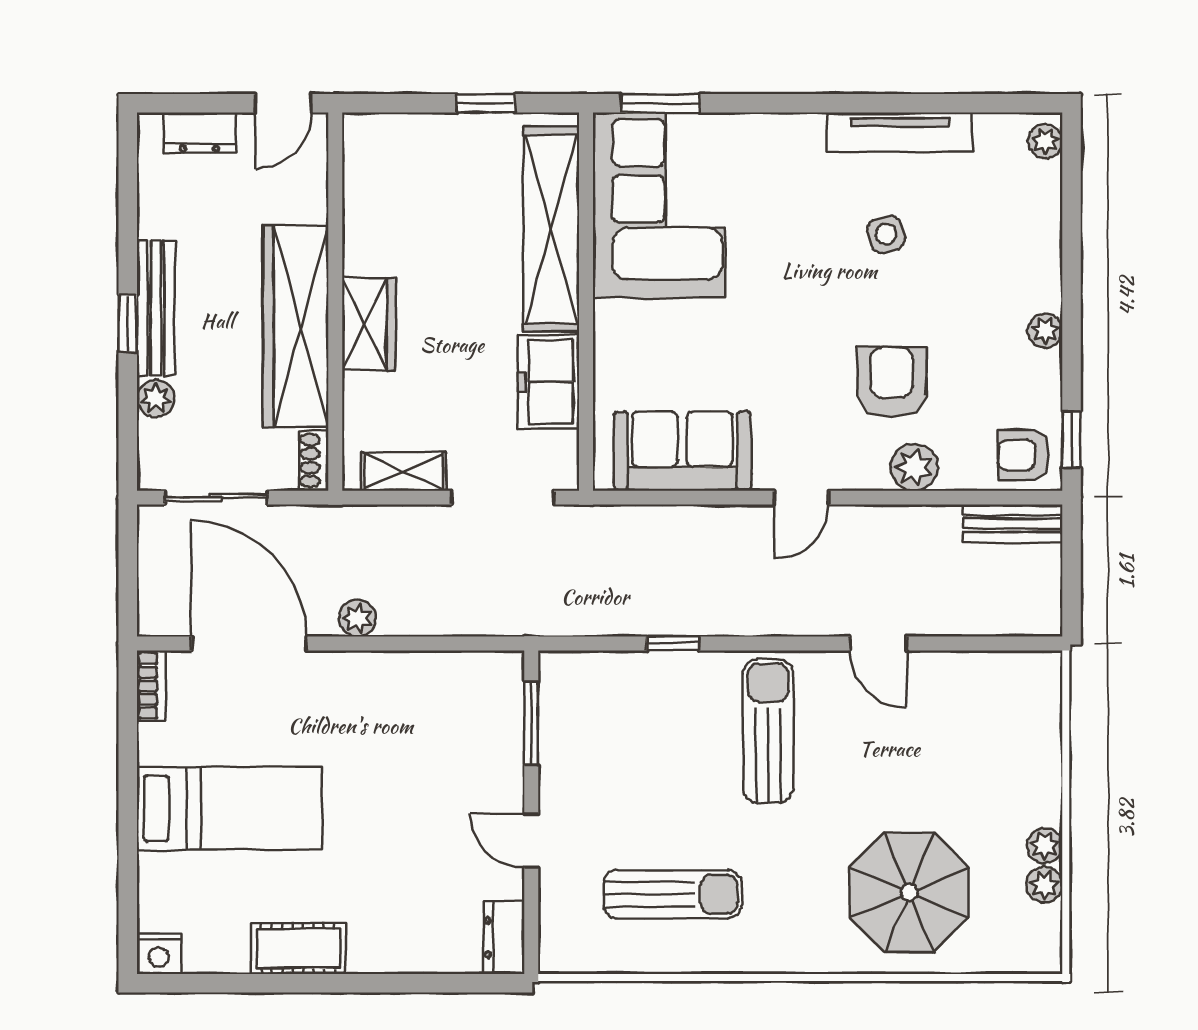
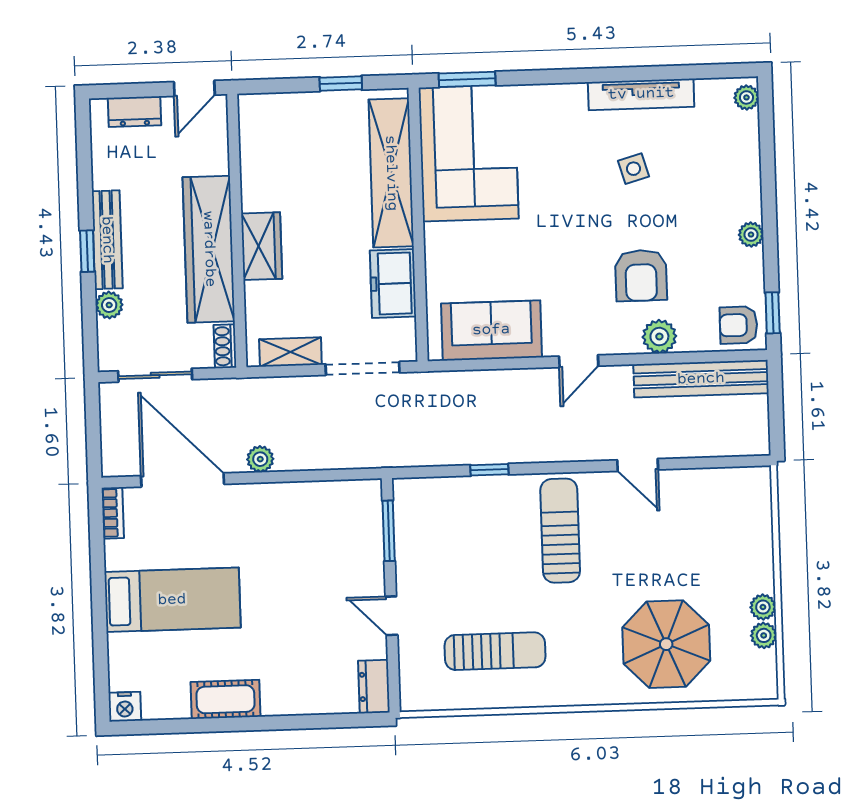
armchair: (891, 382) -> (641, 275), turned 180
bench: (1013, 523) -> (701, 379), width x1.86, depth x1.21

